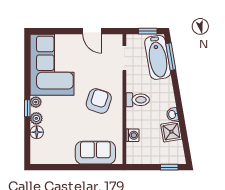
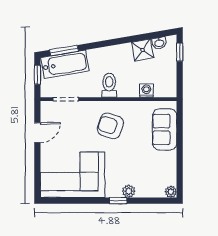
plant: (36, 102) -> (171, 192), moved
washbasin: (172, 114) -> (159, 43), moved
floor lamp: (37, 132) -> (143, 191), removed

